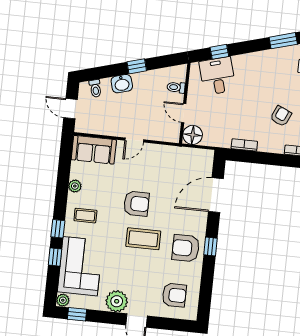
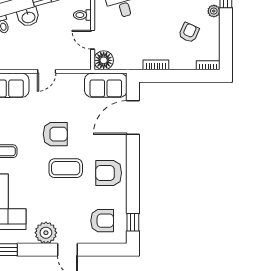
sofa: (192, 160) -> (106, 85), added
window: (211, 246) -> (133, 222), moved

